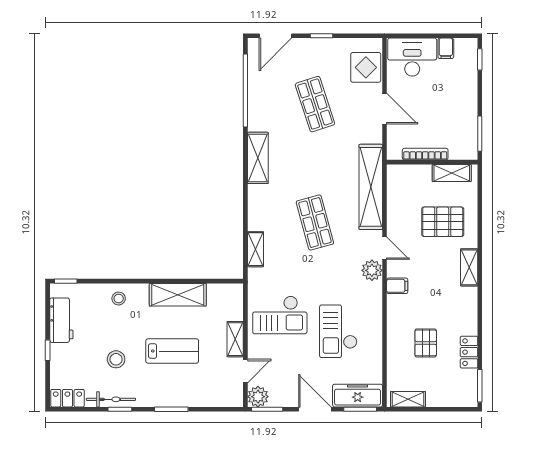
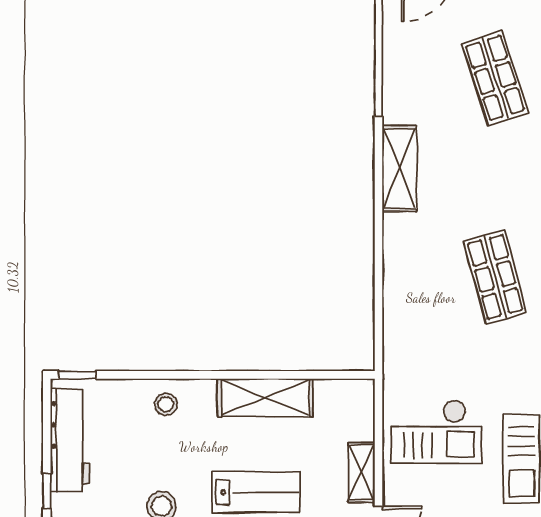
shelving: (256, 249) -> (395, 321), removed
workbench: (61, 320) -> (70, 440), width x1.37

